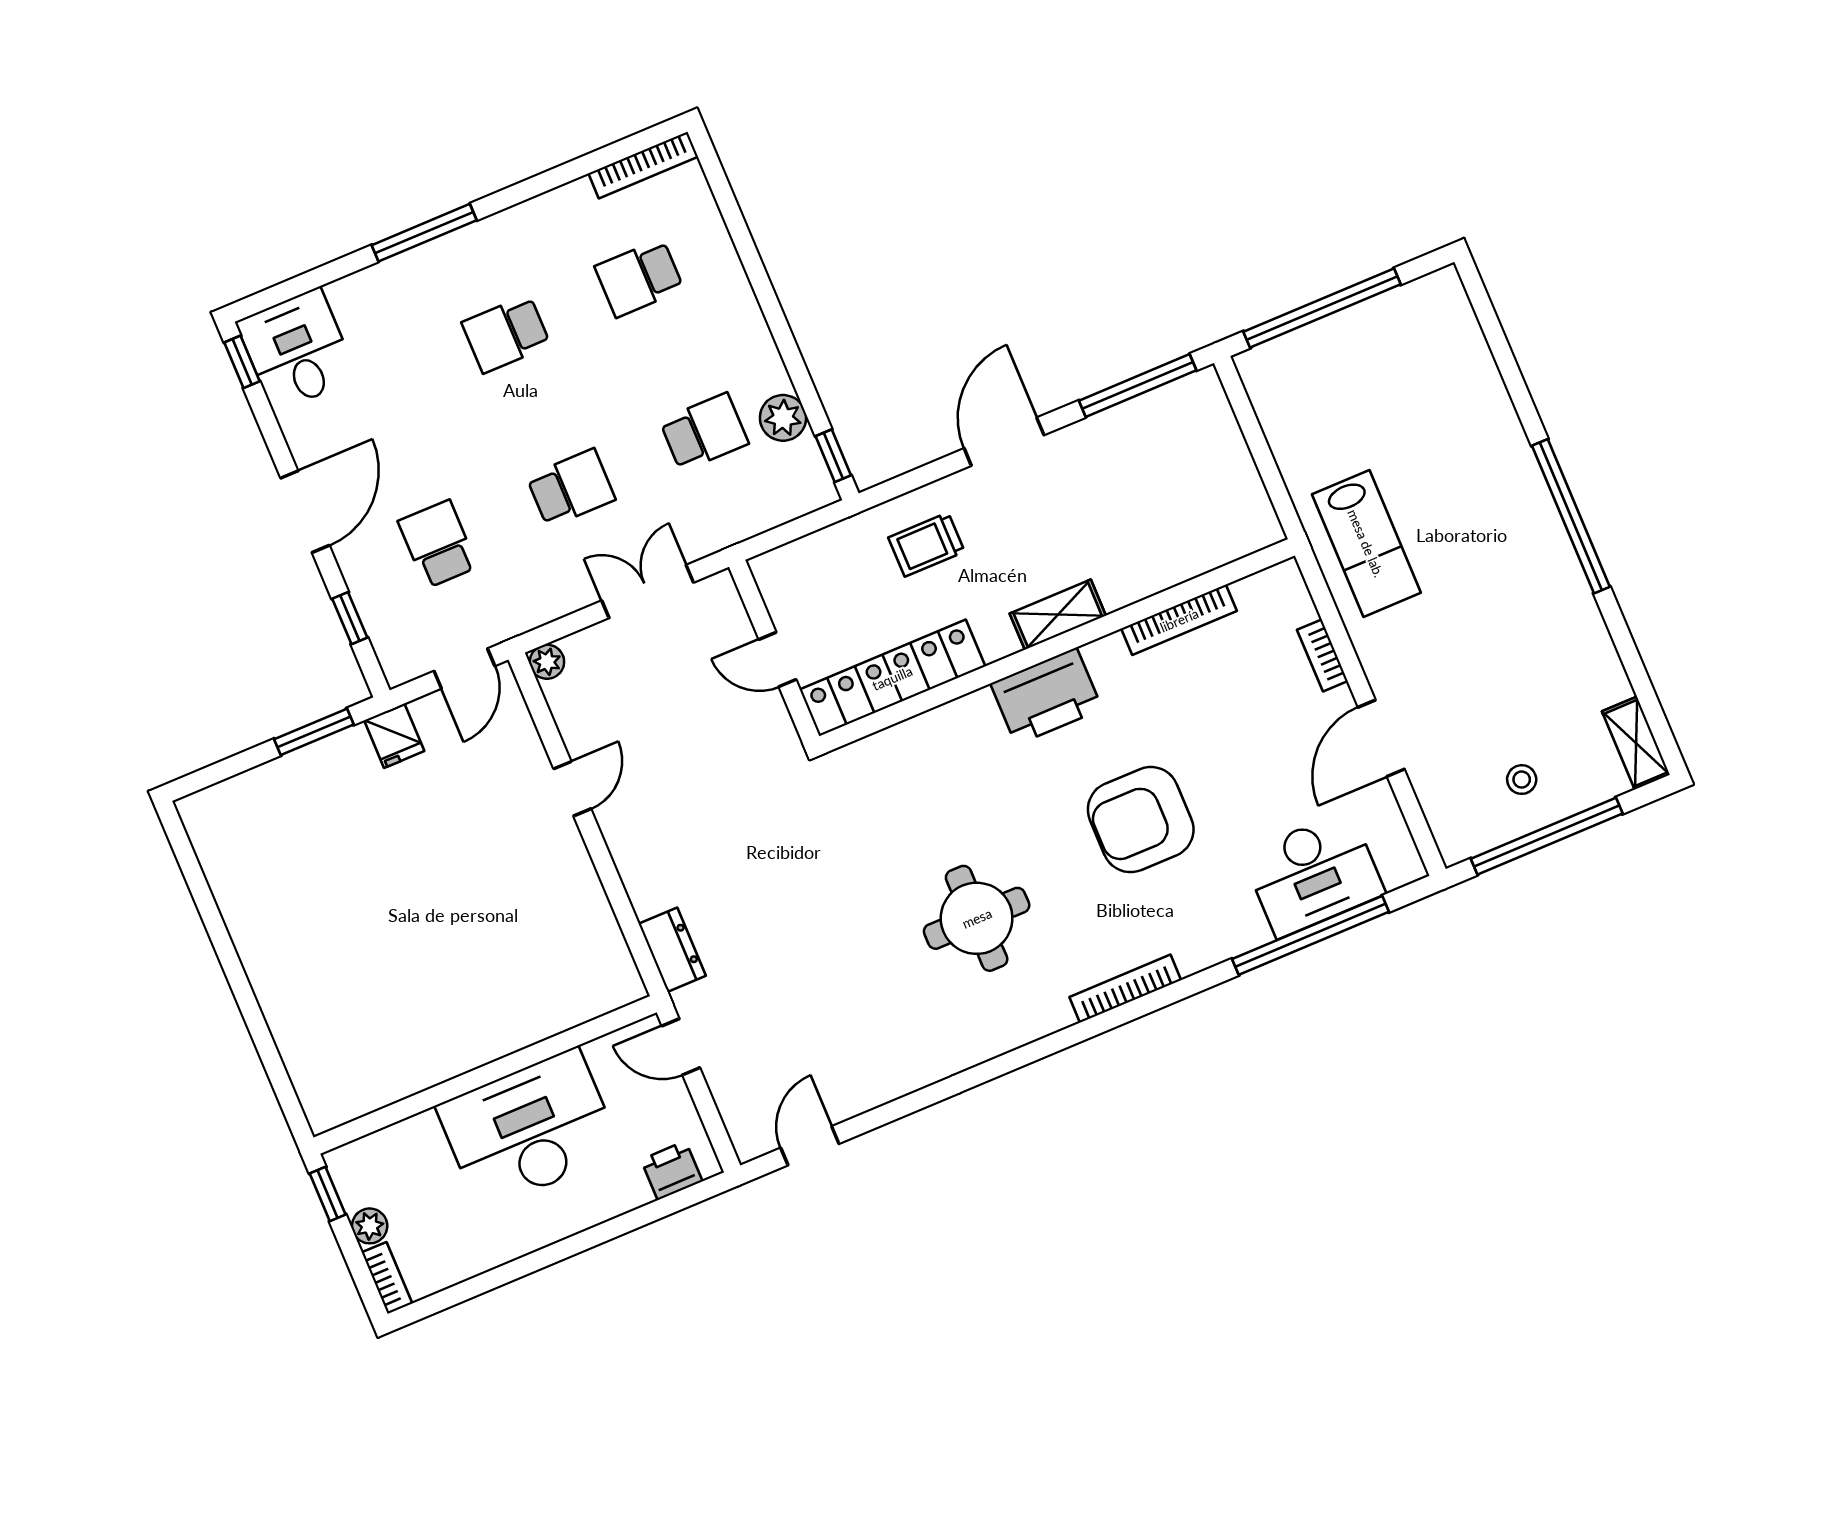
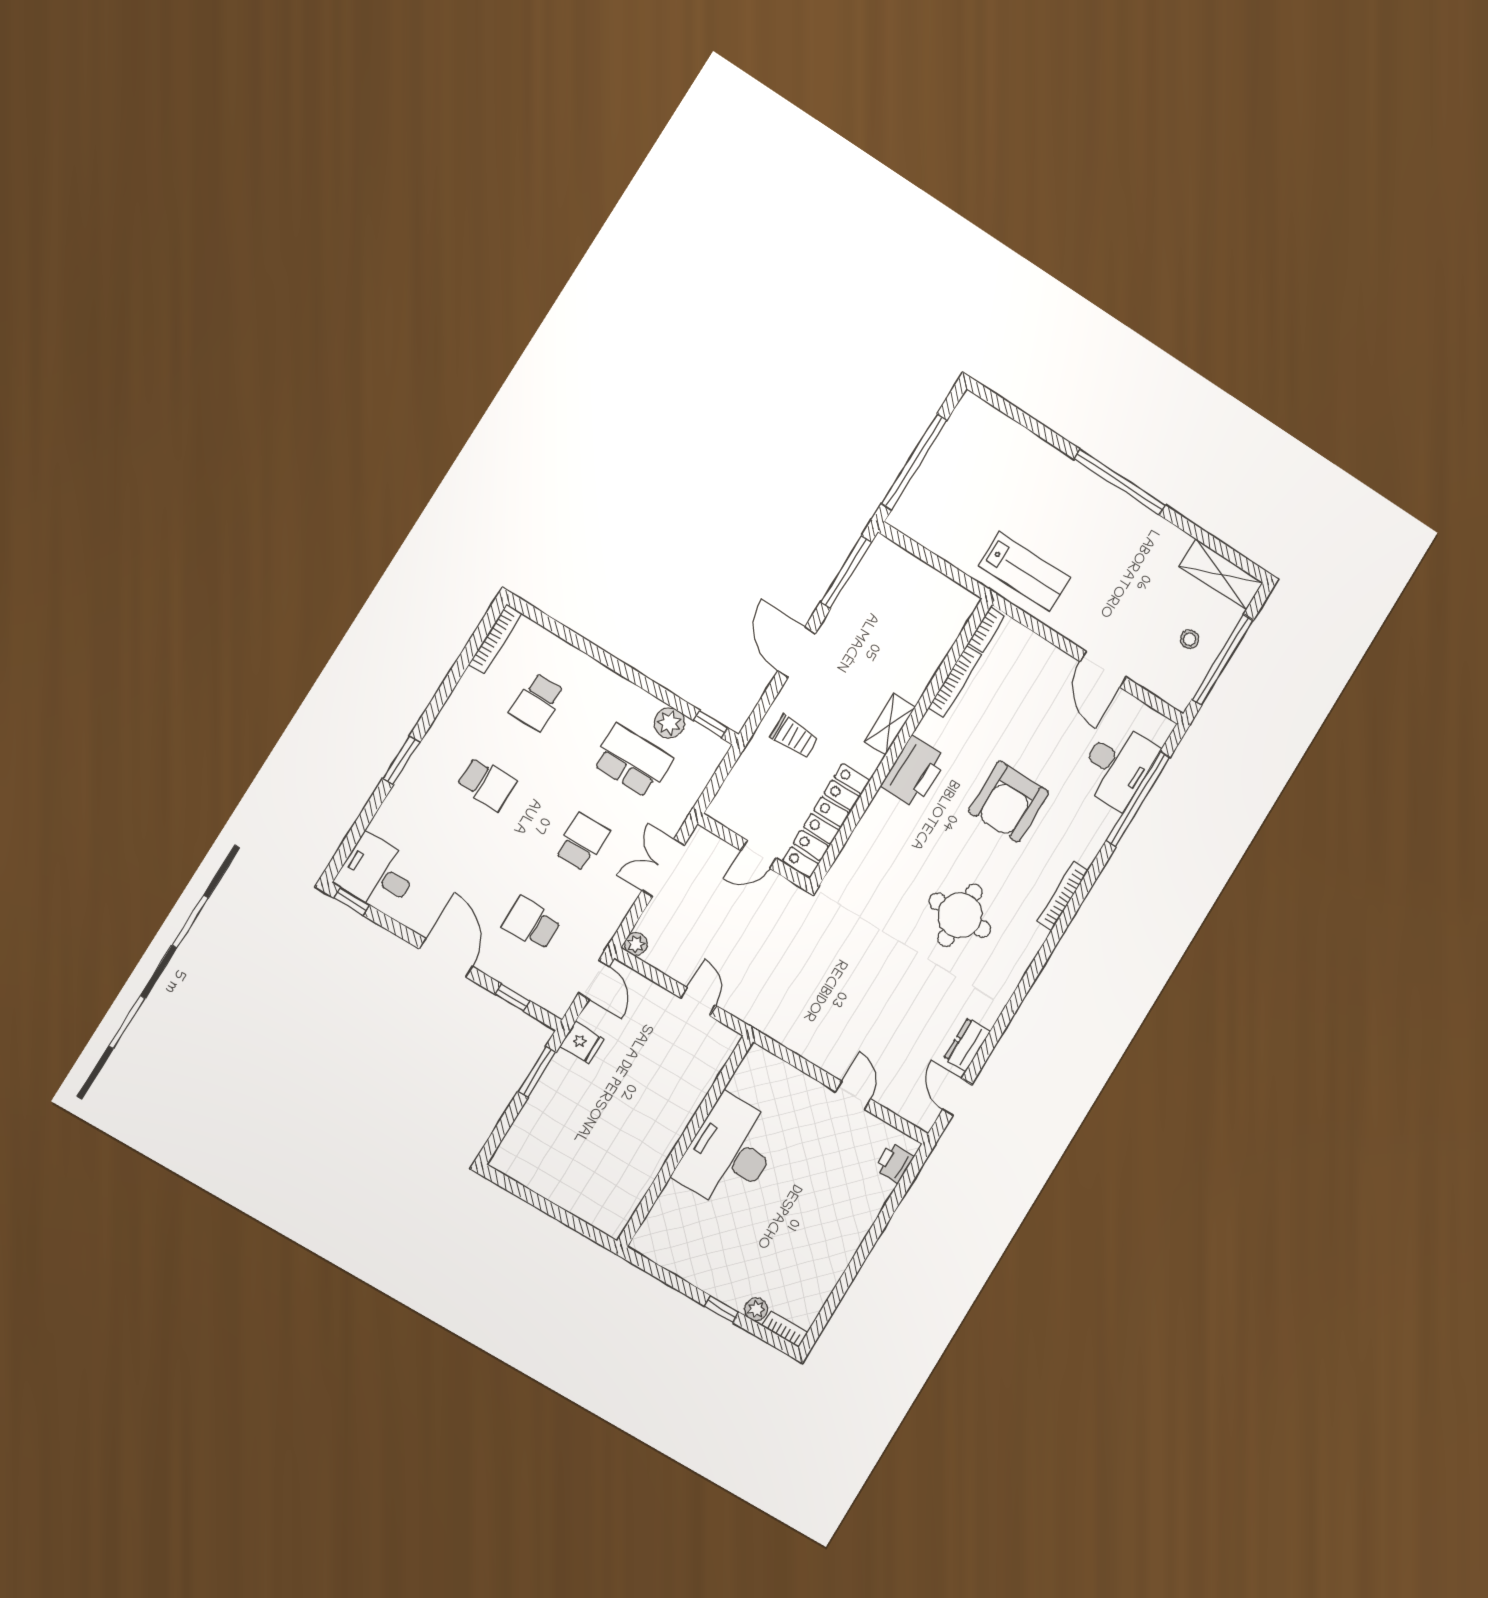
window: (424, 233) -> (401, 760), width x0.69
school desk: (506, 334) -> (486, 784), turned -90
school desk: (704, 432) -> (632, 761), width x1.85
trolley: (926, 545) -> (794, 737), turned -90
bookcase: (1322, 655) -> (986, 630), moved, turned -90
shelving: (1636, 743) -> (1221, 574), width x1.50, depth x1.33
dresser: (672, 950) -> (967, 1045), moved, turned -90
door: (681, 1047) -> (853, 1095), swing flipped
wall: (485, 1075) -> (685, 1141), moved
desk: (529, 1129) -> (729, 1153), moved

